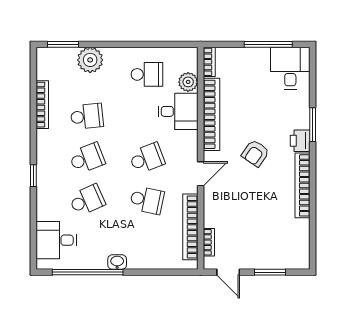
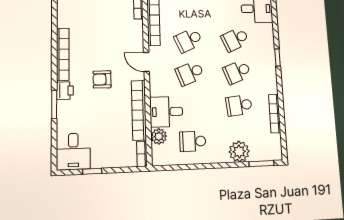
window: (268, 44) -> (92, 171), width x0.46
armchair: (255, 153) -> (102, 79), turned -125
door: (201, 174) -> (146, 62), hinge flipped
school desk: (147, 200) -> (188, 40), turned -36

